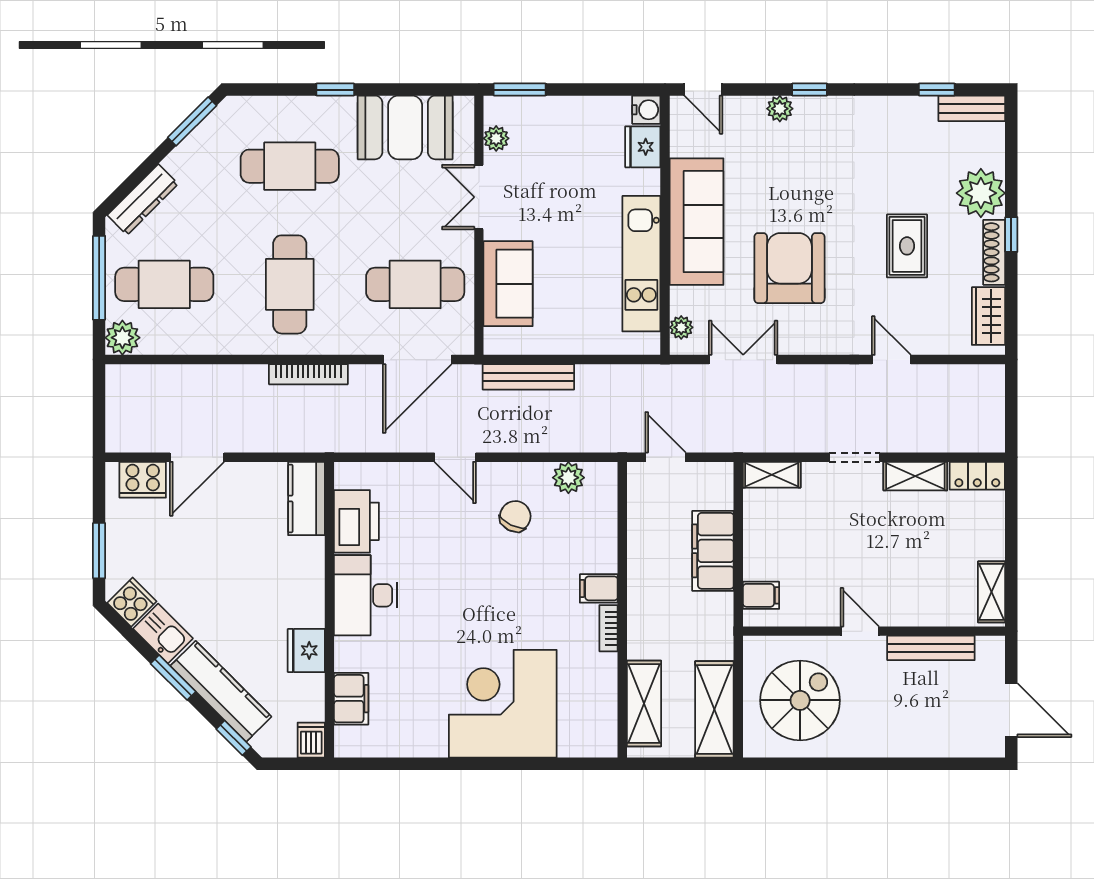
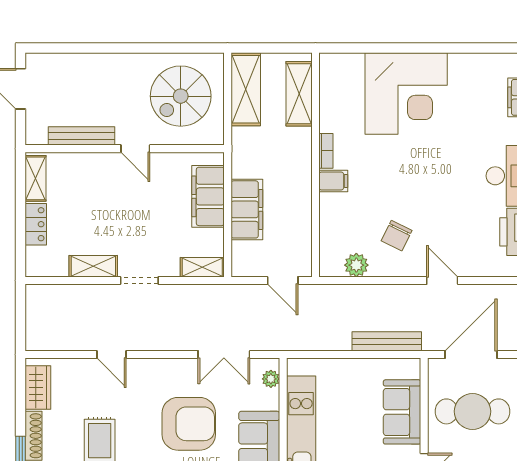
armchair: (789, 268) -> (189, 424), turned -90
locker: (977, 476) -> (36, 224), moved, turned 90
filing cabinet: (761, 595) -> (208, 196), width x3.00, depth x1.17

